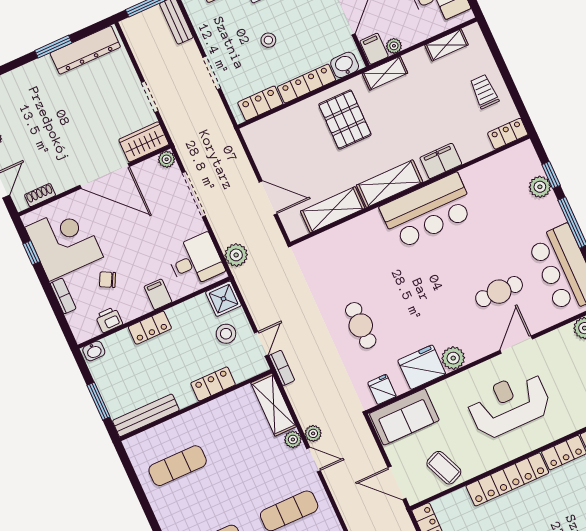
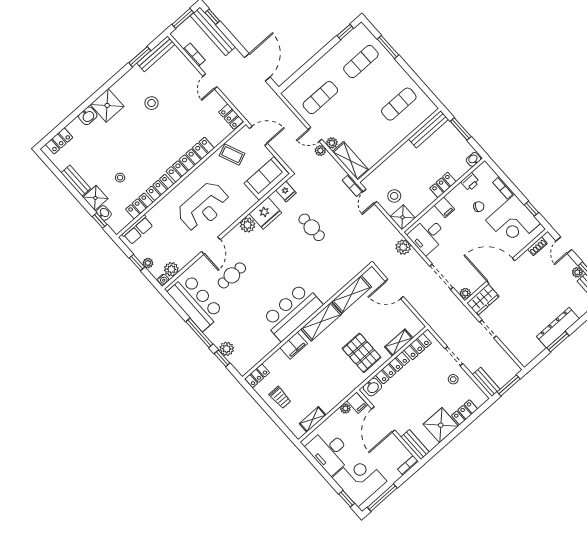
stool: (268, 40) -> (453, 379), moved
dresser: (85, 50) -> (558, 328), moved
shelving: (385, 73) -> (399, 342), moved
locker: (213, 384) -> (393, 162), removed

